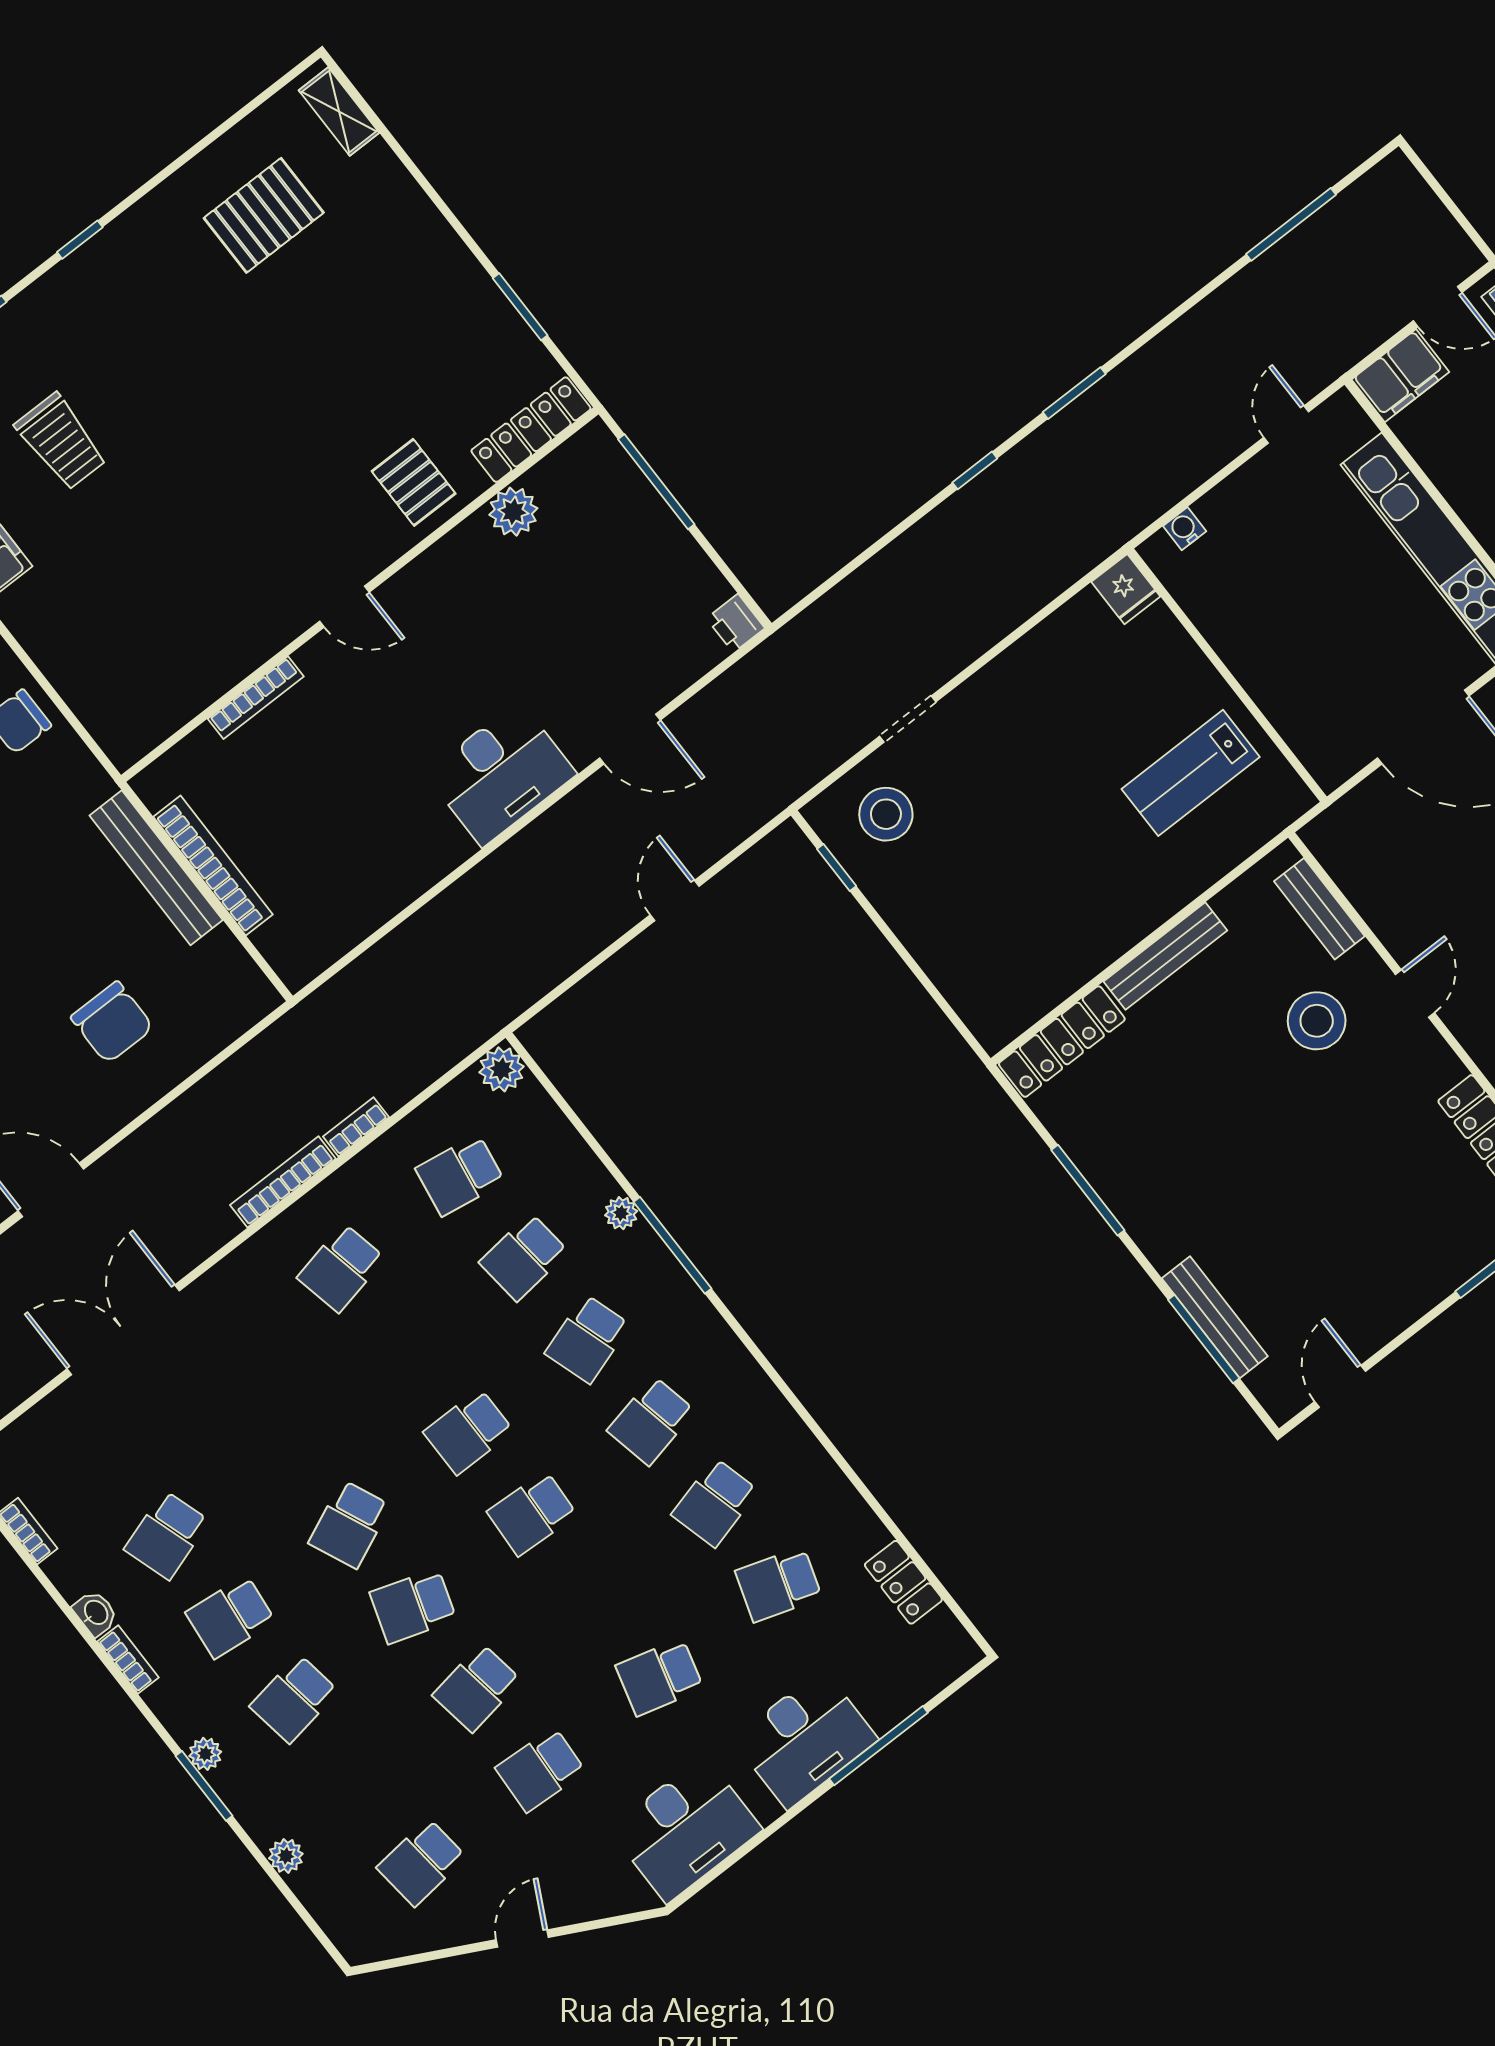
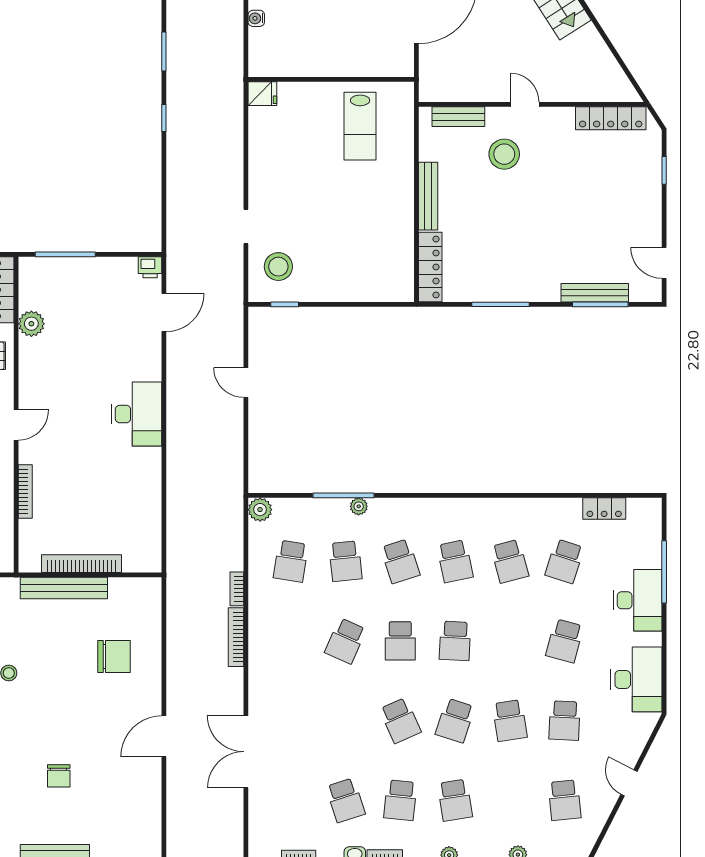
water cooler: (1185, 529) -> (256, 18), moved
door: (630, 739) -> (164, 313), moved
window: (672, 1245) -> (344, 495), moved
school desk: (341, 1268) -> (345, 641), moved, turned 36

